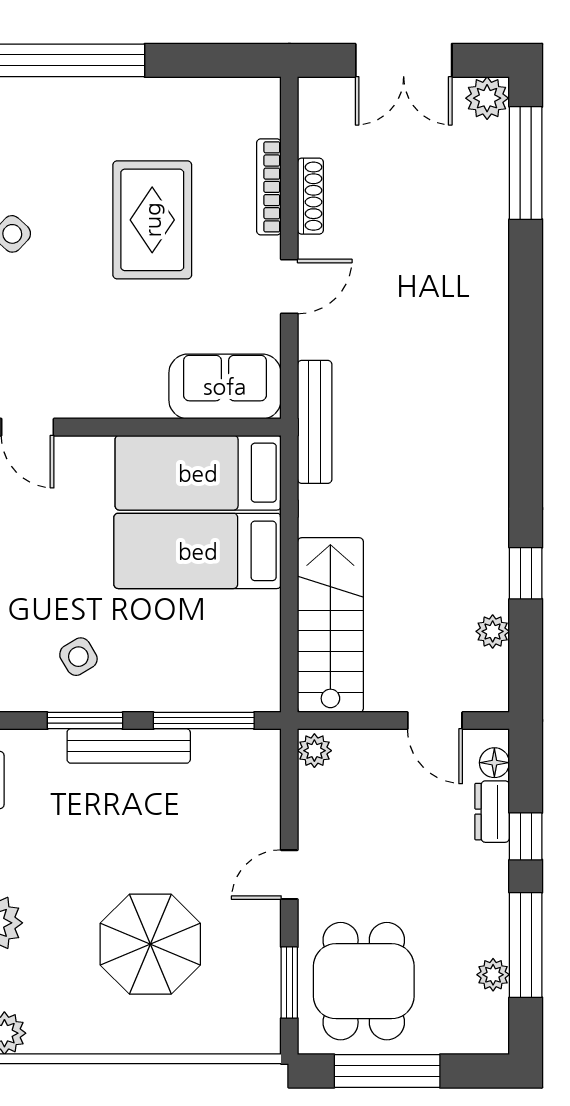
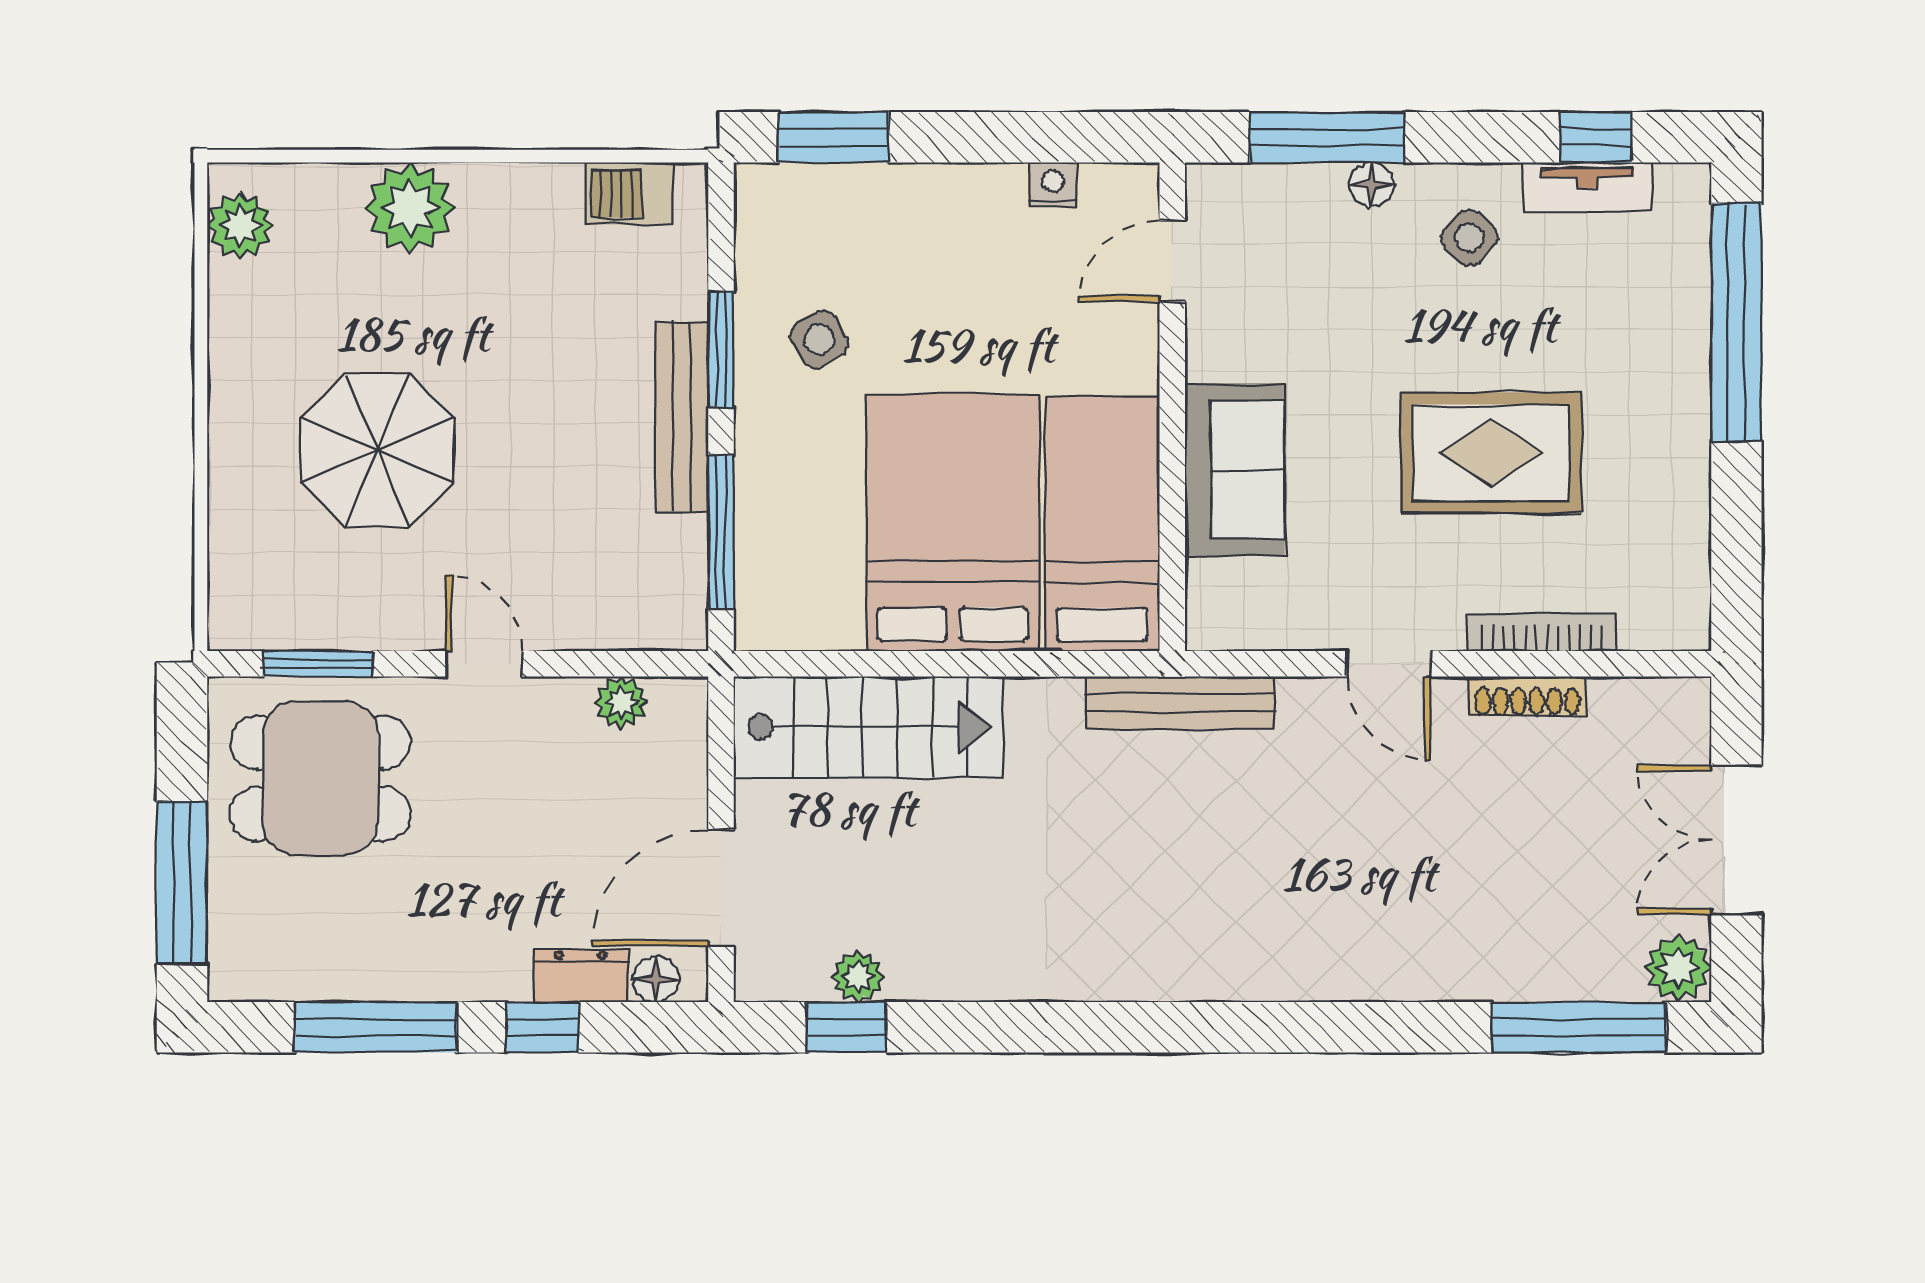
sofa: (225, 386) -> (1235, 470), moved
bed: (198, 551) -> (953, 523), width x1.50
window: (526, 573) -> (846, 1027), moved
door: (435, 721) -> (721, 888), width x1.38
plant: (314, 751) -> (621, 702), moved
plant: (493, 975) -> (330, 977), removed
window: (387, 1071) -> (182, 883), moved

